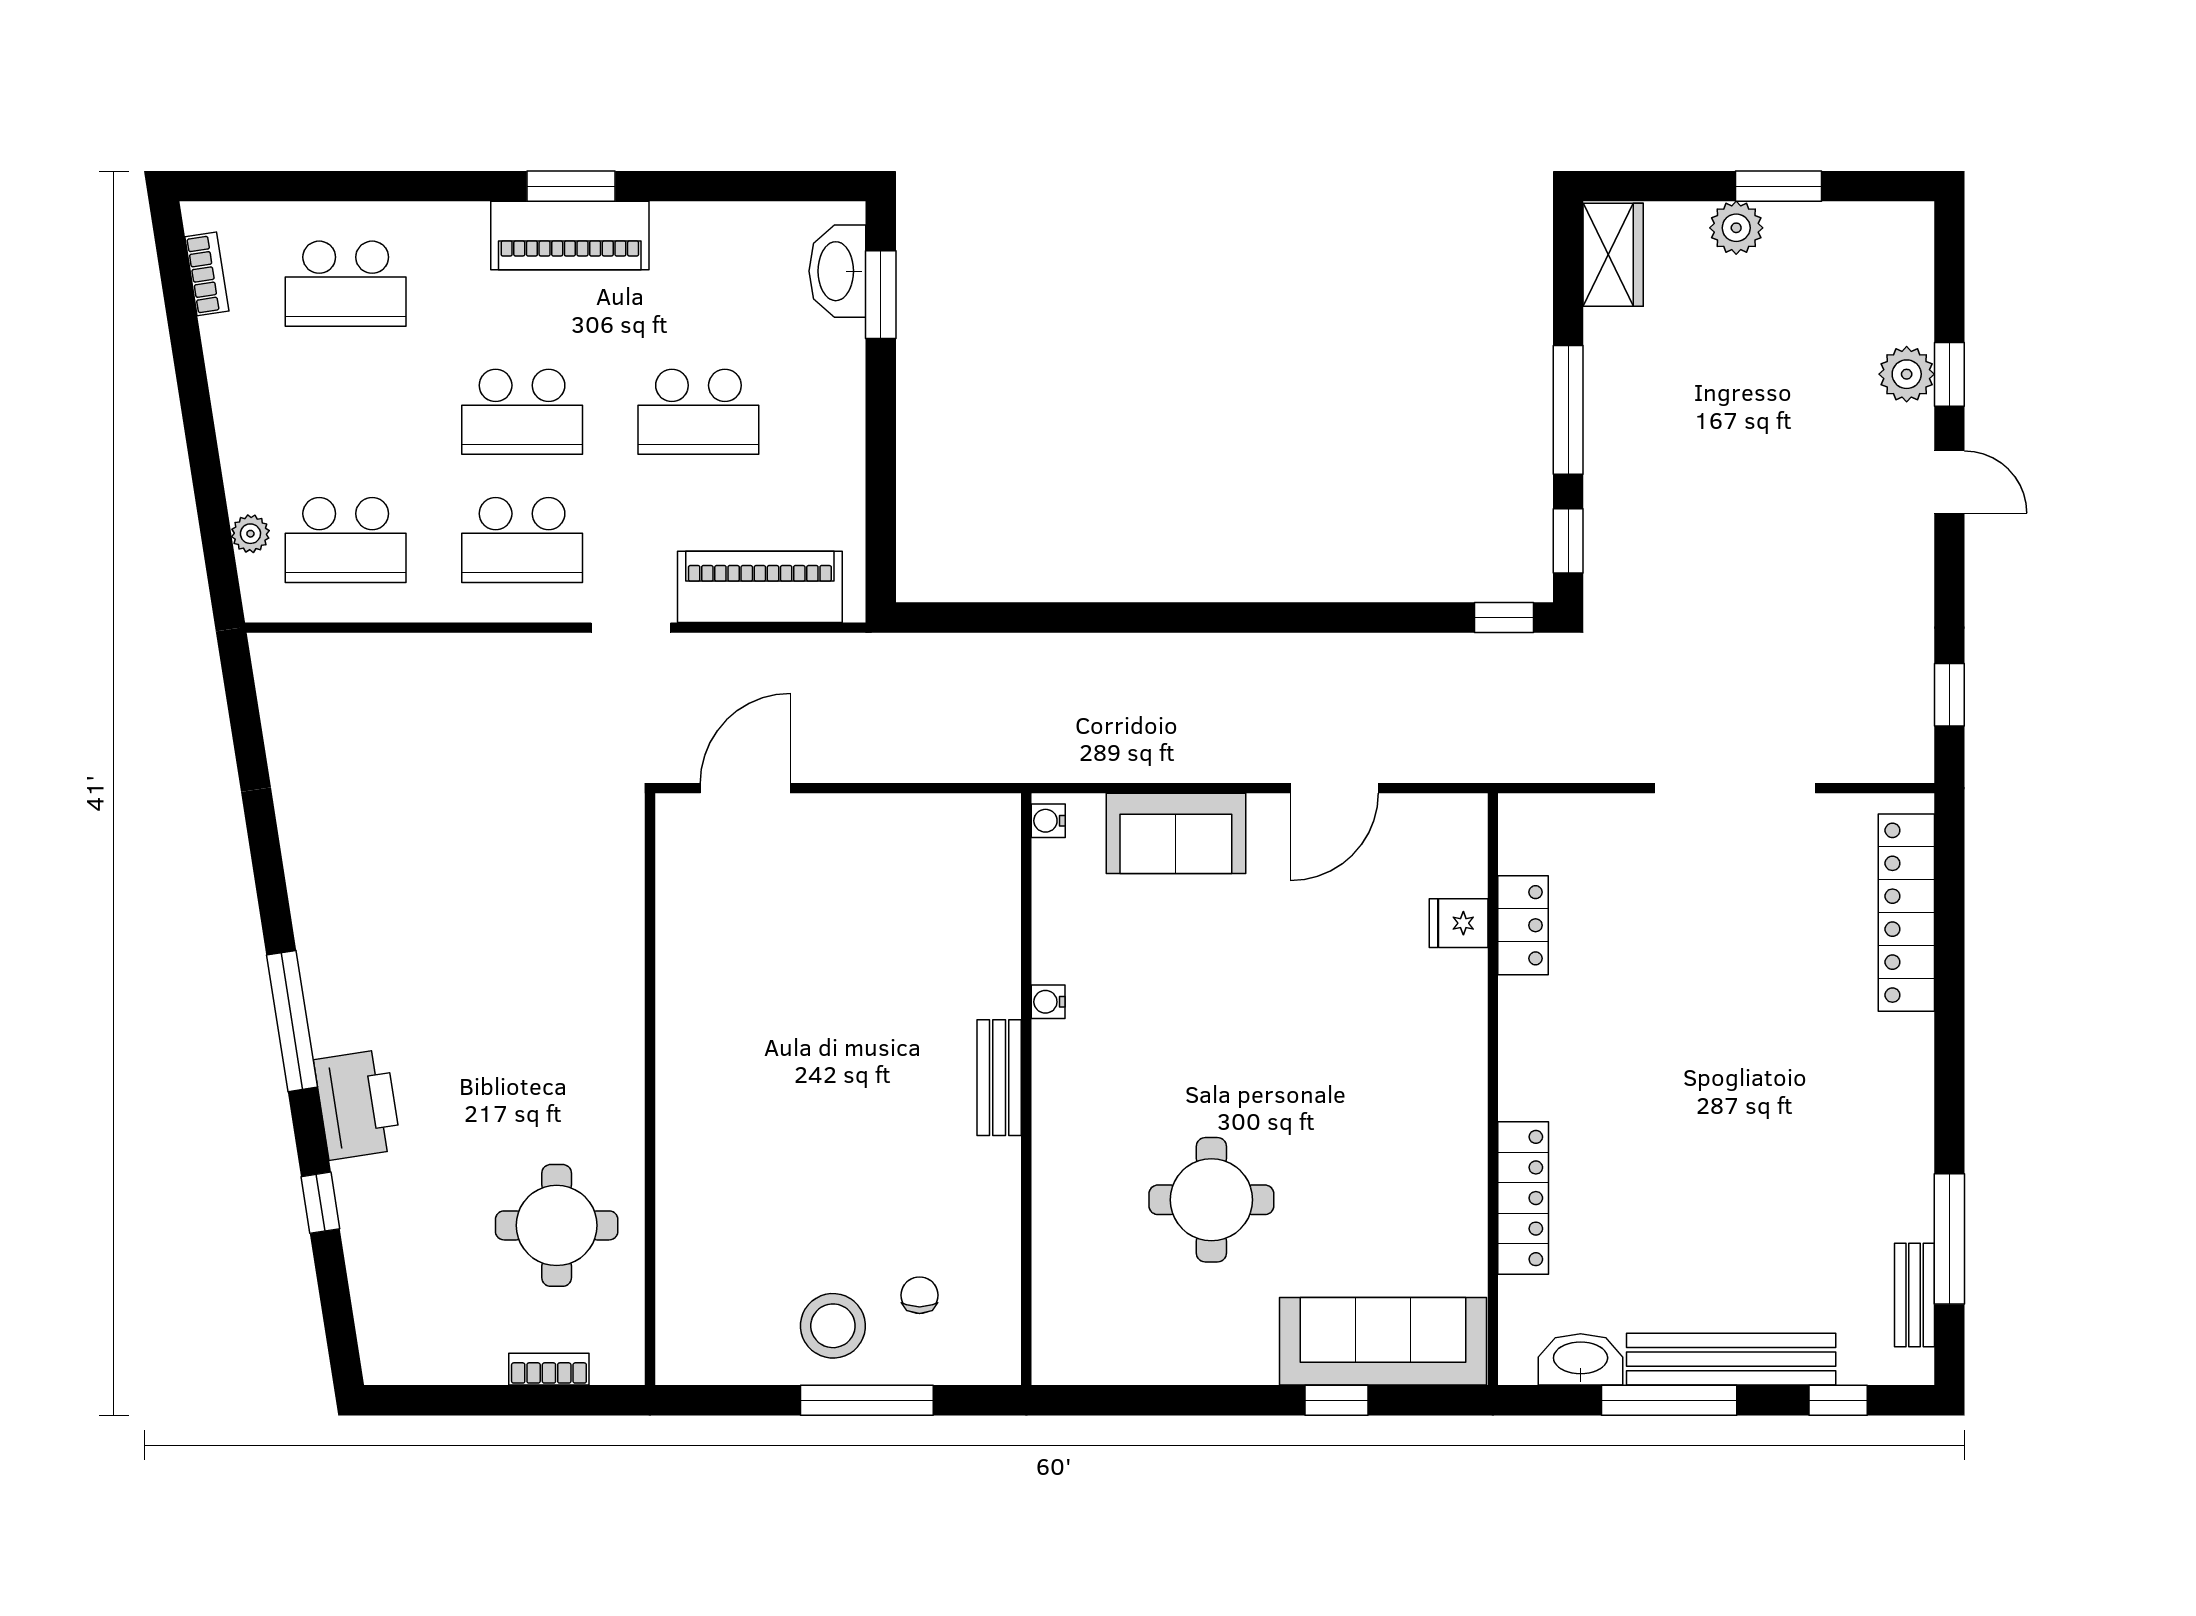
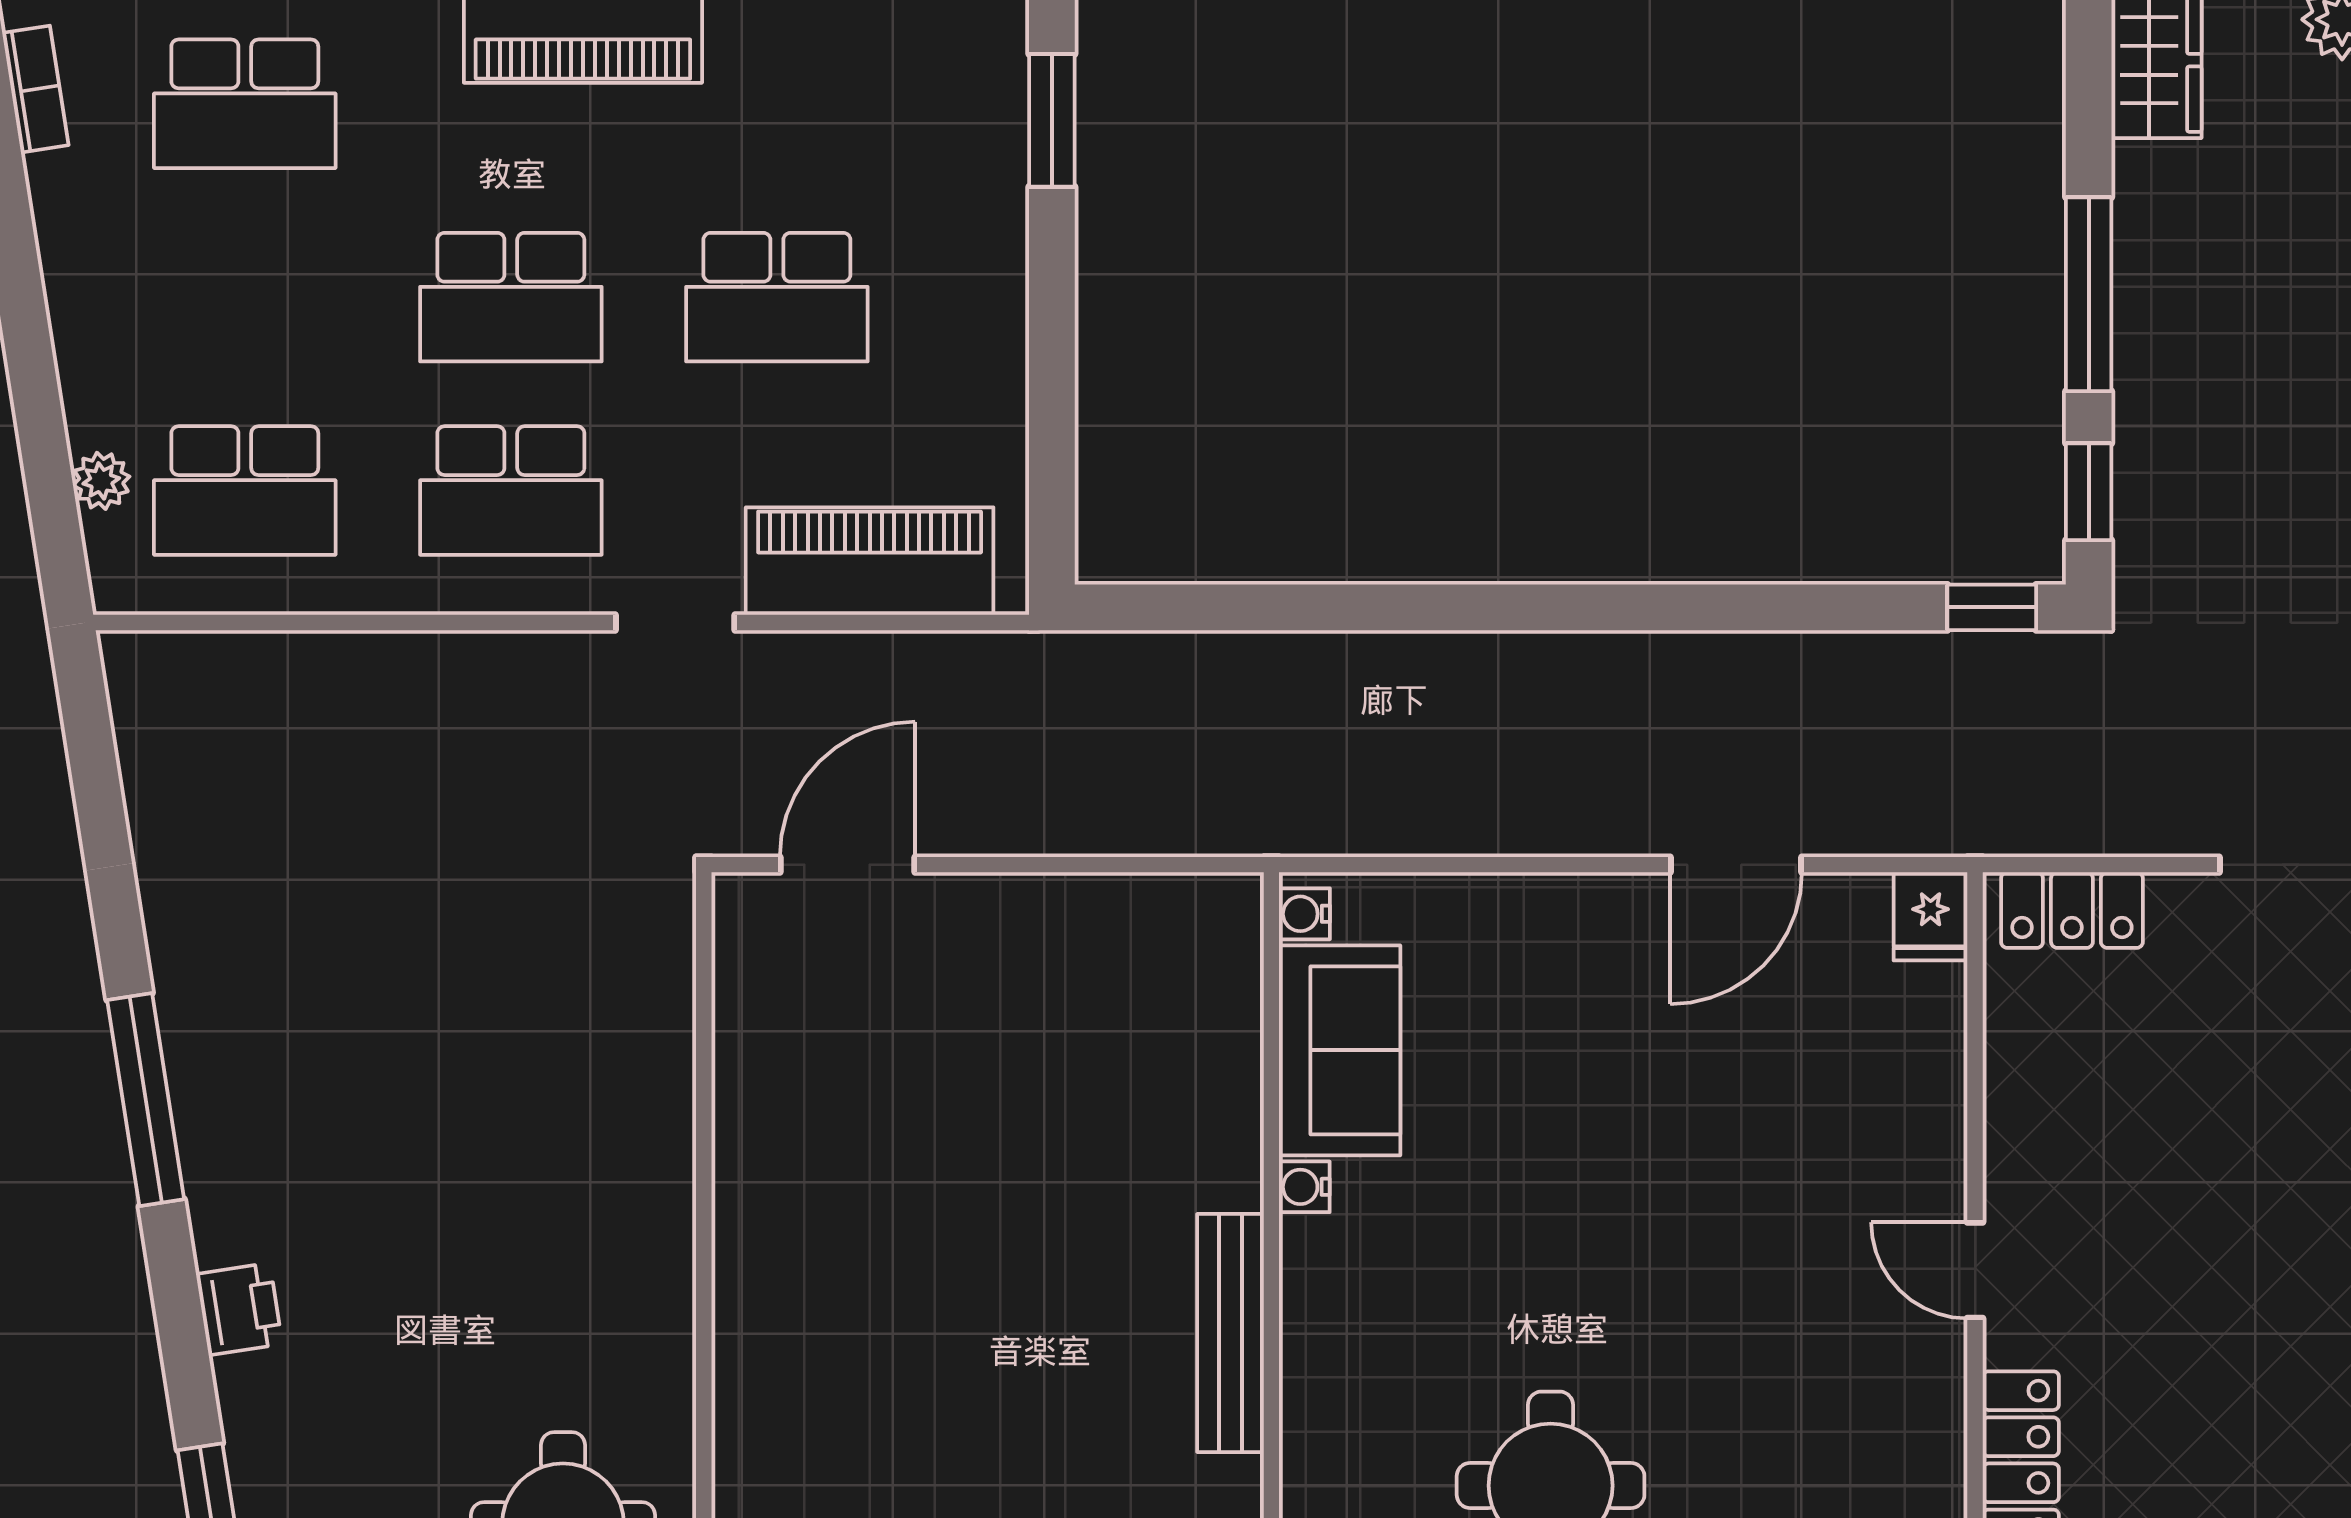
washbasin: (837, 271) -> (987, 85), removed
sofa: (1176, 833) -> (1340, 1050), moved, turned -90
fridge: (1459, 923) -> (1931, 916), moved, turned -90
locker: (1523, 925) -> (2072, 910), moved, turned 90
window: (292, 1021) -> (146, 1100), moved
door: (1493, 1057) -> (1975, 1270), added
bench: (999, 1078) -> (1230, 1333), width x1.36
printer: (357, 1104) -> (239, 1309), width x0.53, depth x0.68

